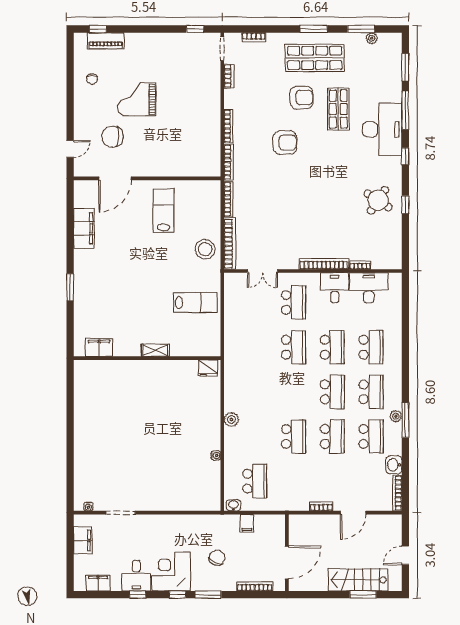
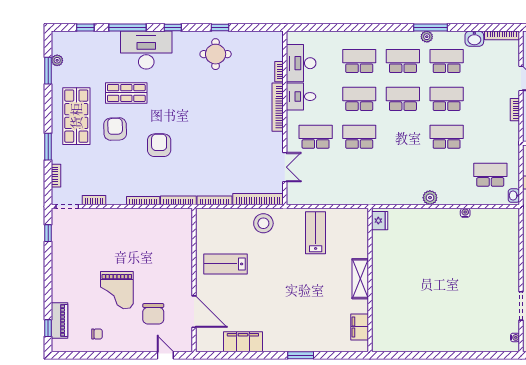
window: (314, 29) -> (48, 147), moved
window: (405, 67) -> (85, 27), width x0.67
round table: (378, 200) -> (216, 54), turned -34
shelving: (155, 350) -> (360, 279), width x1.50, depth x1.33

